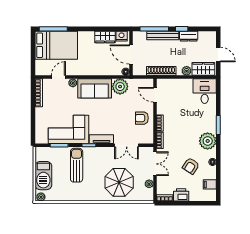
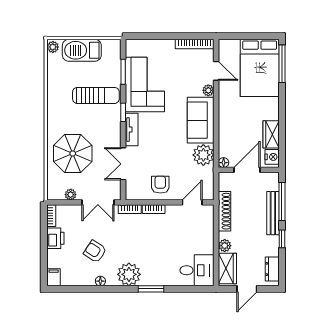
dresser: (189, 36) -> (272, 269), moved
filing cabinet: (210, 184) -> (54, 277), moved

